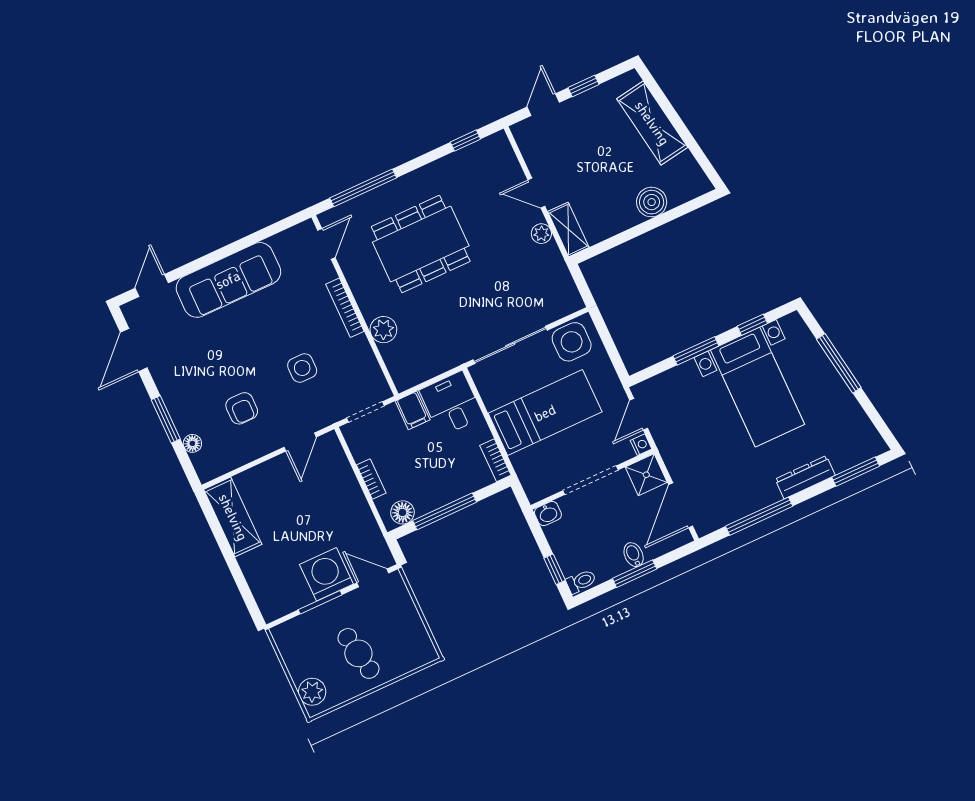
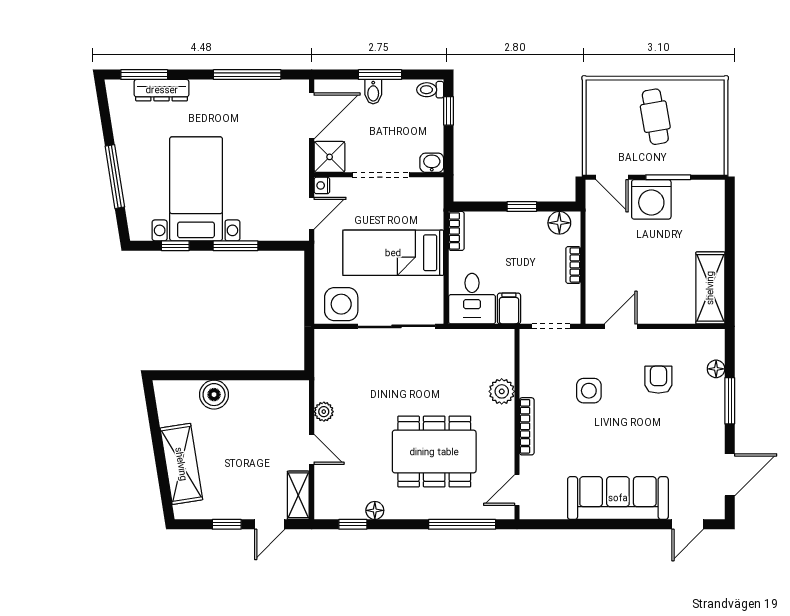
floor lamp: (451, 163) -> (375, 510), added
shelving: (568, 229) -> (298, 495), moved
dresser: (805, 477) -> (162, 90), moved
window: (445, 511) -> (522, 207), width x0.46
plant: (312, 692) -> (712, 102), removed

